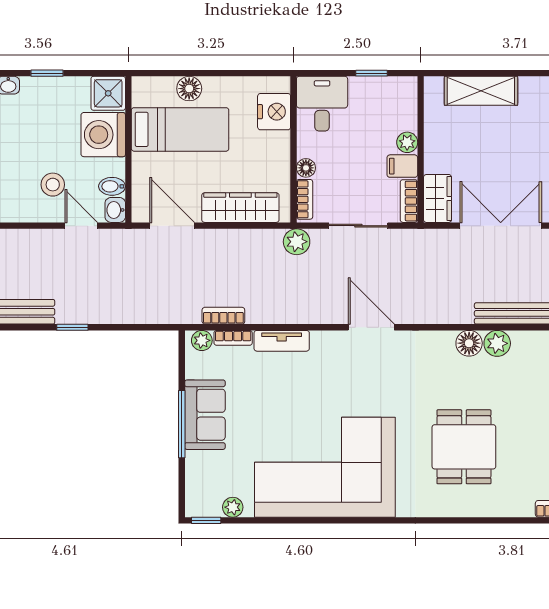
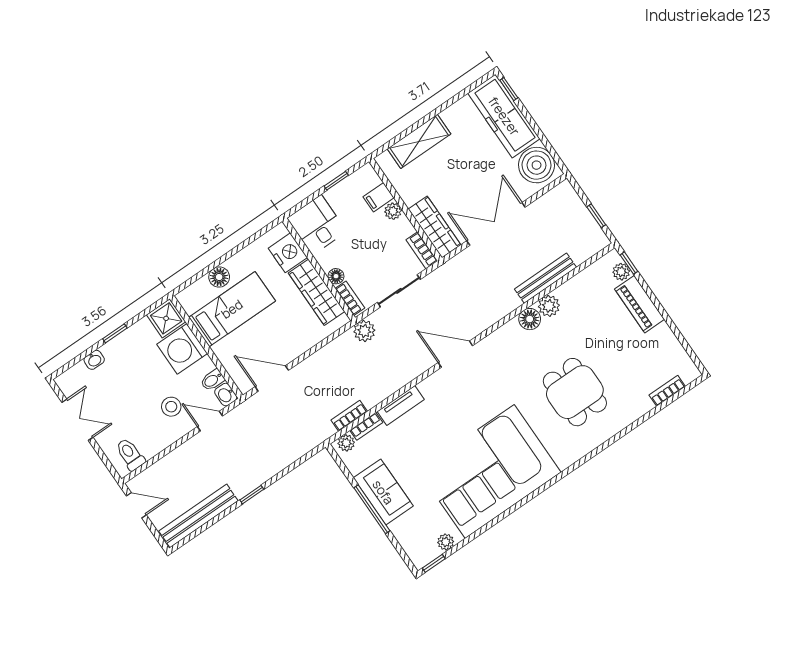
filing cabinet: (402, 166) -> (379, 197), moved
wardrobe: (438, 198) -> (434, 227), width x1.50
wardrobe: (240, 208) -> (317, 292), moved, turned -90

